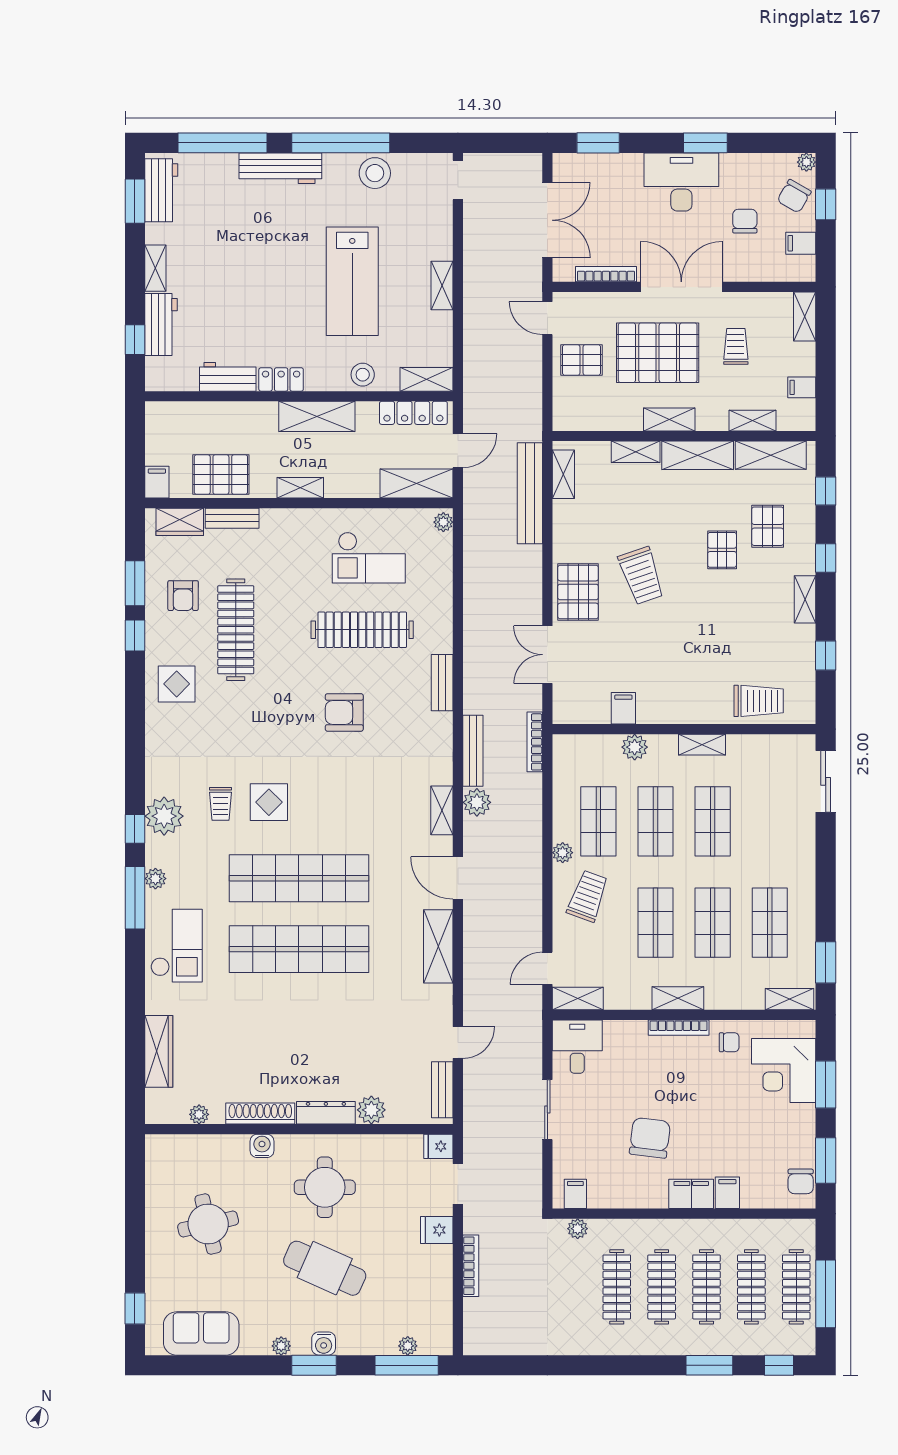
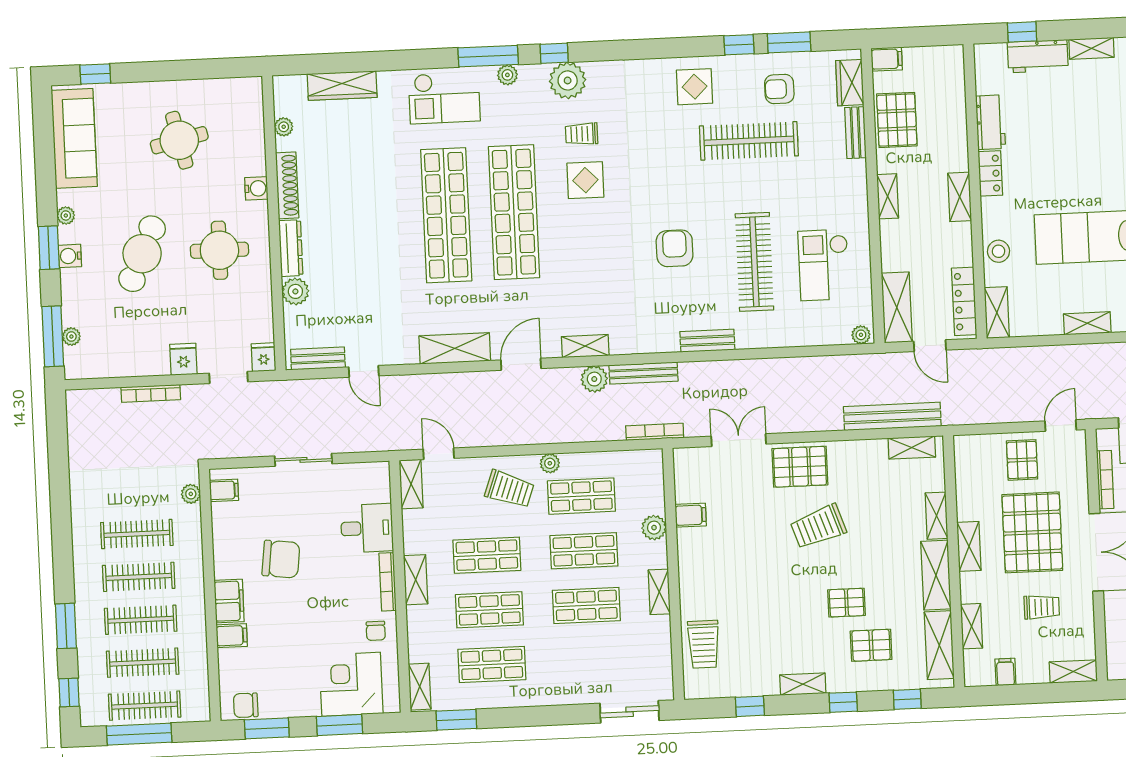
shelving: (317, 416) -> (960, 197), width x0.67, depth x0.75
desk: (577, 1047) -> (367, 528), moved
sofa: (201, 1333) -> (74, 138), width x1.36

